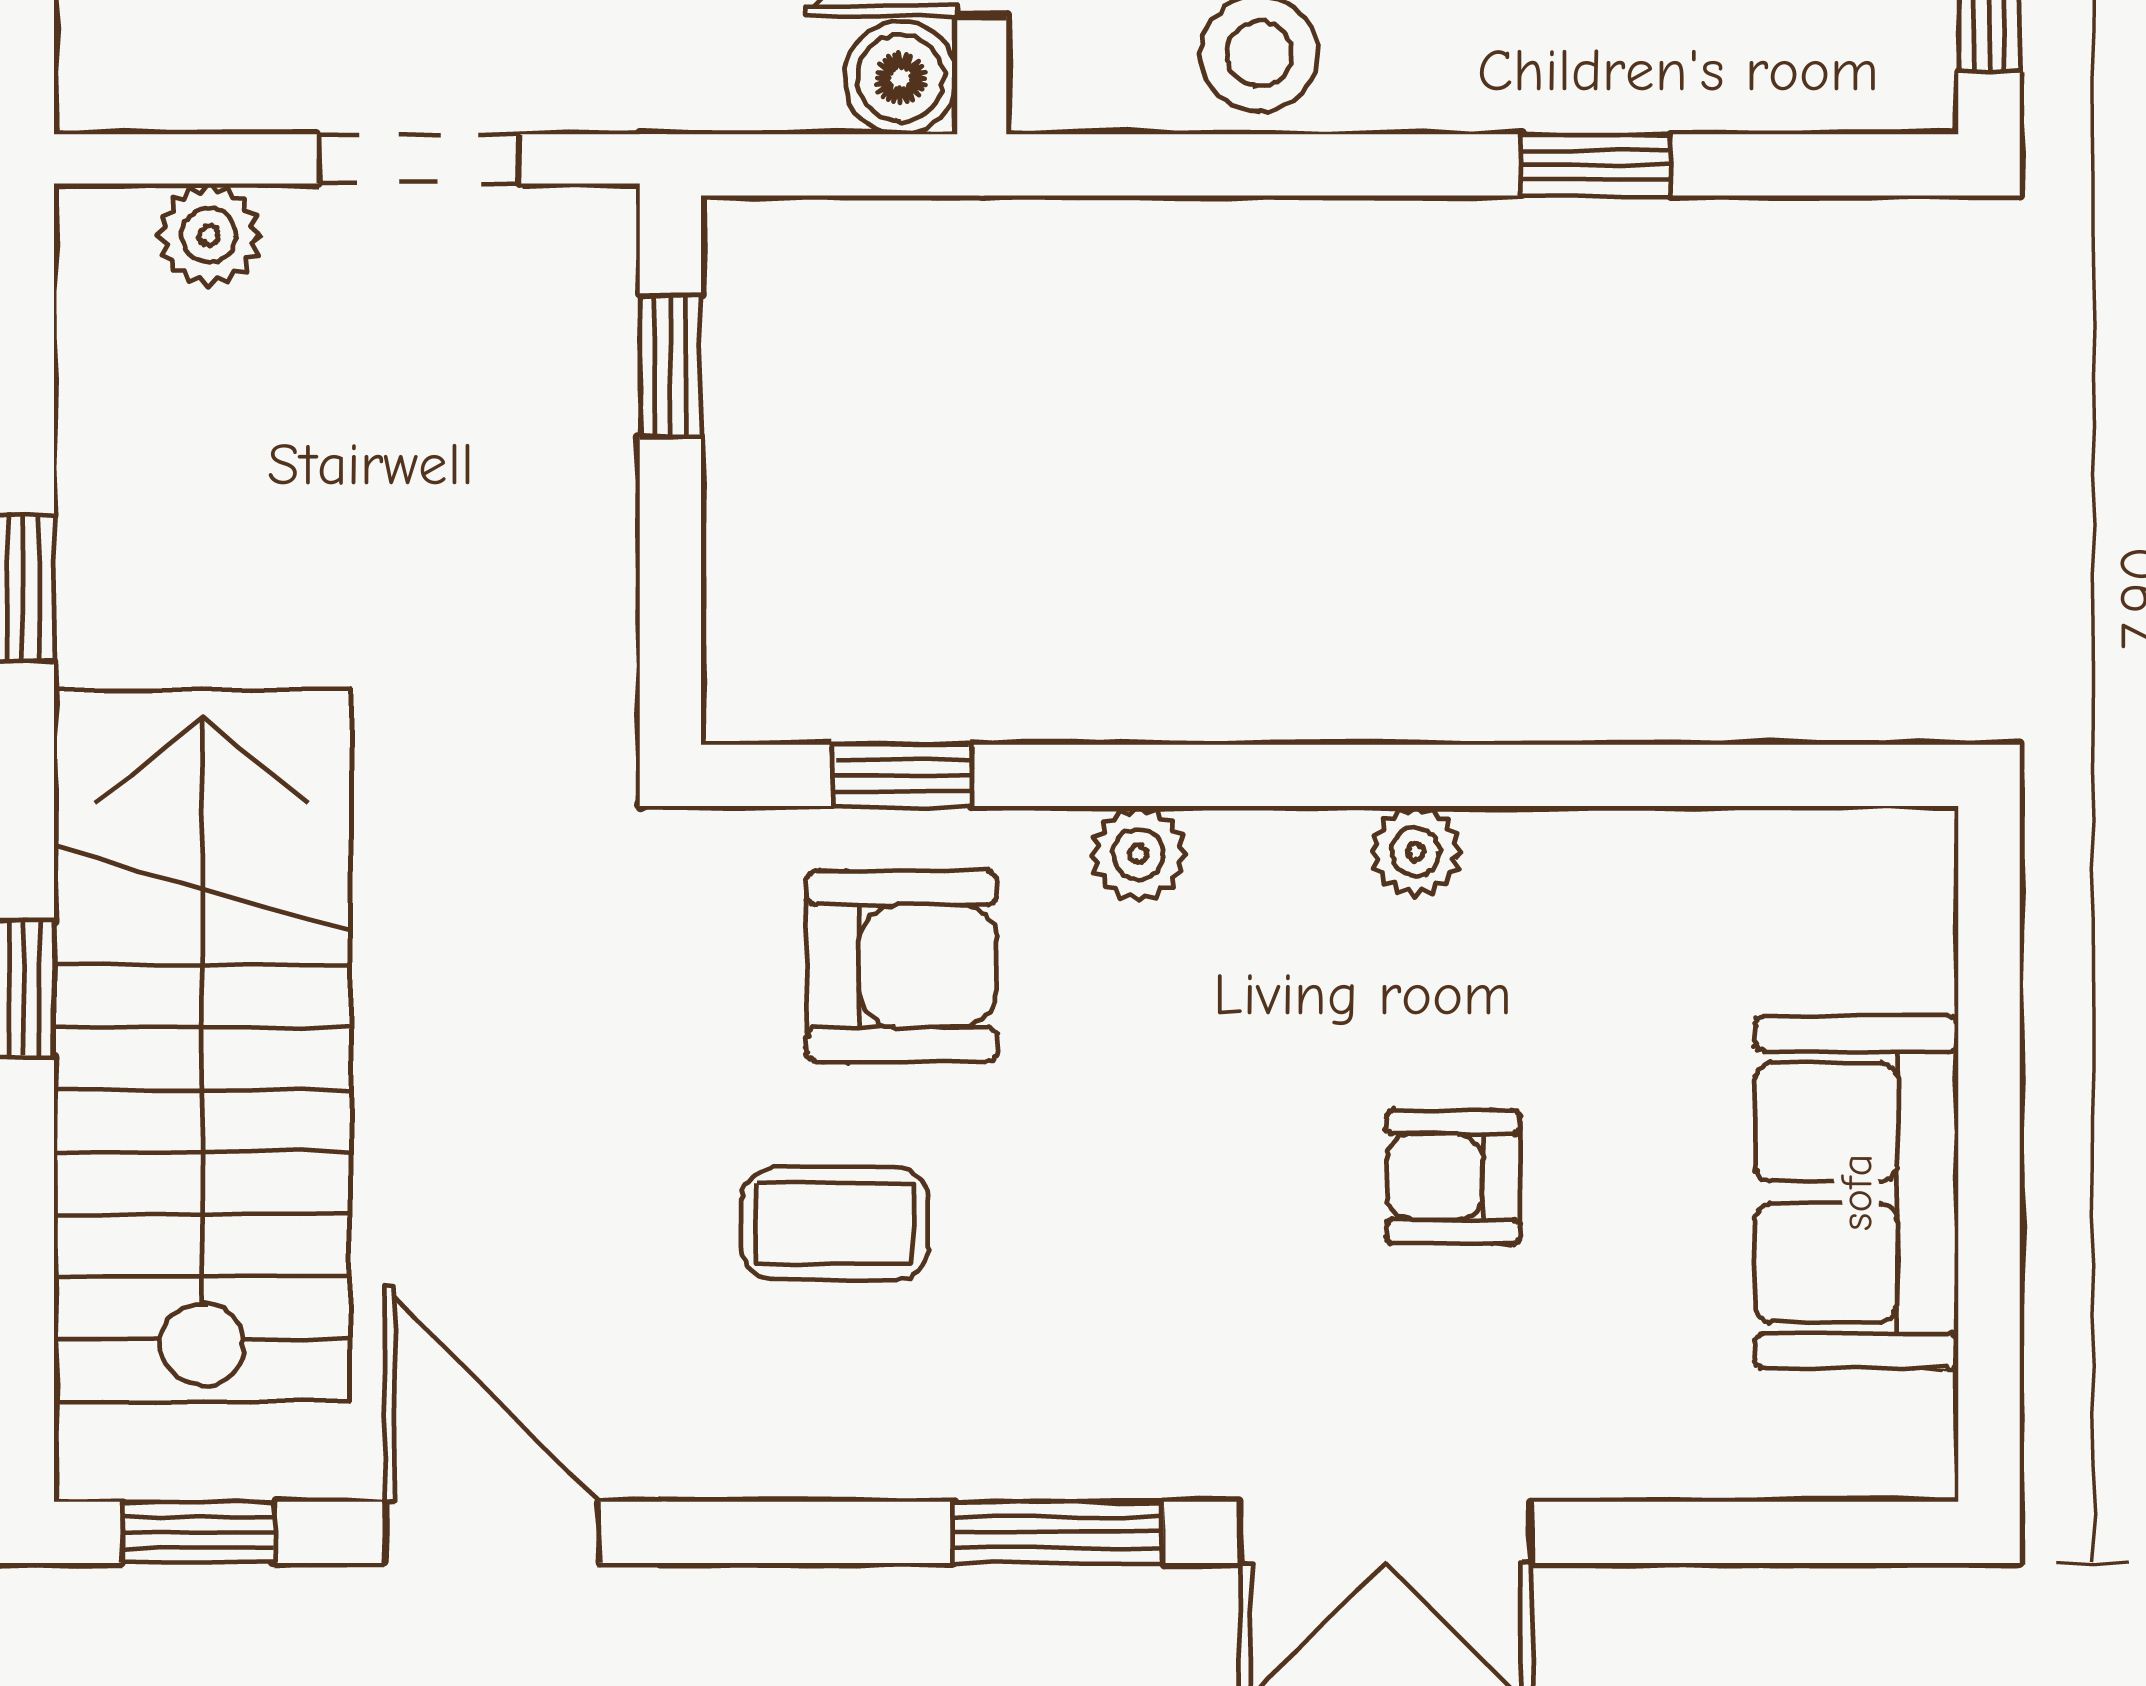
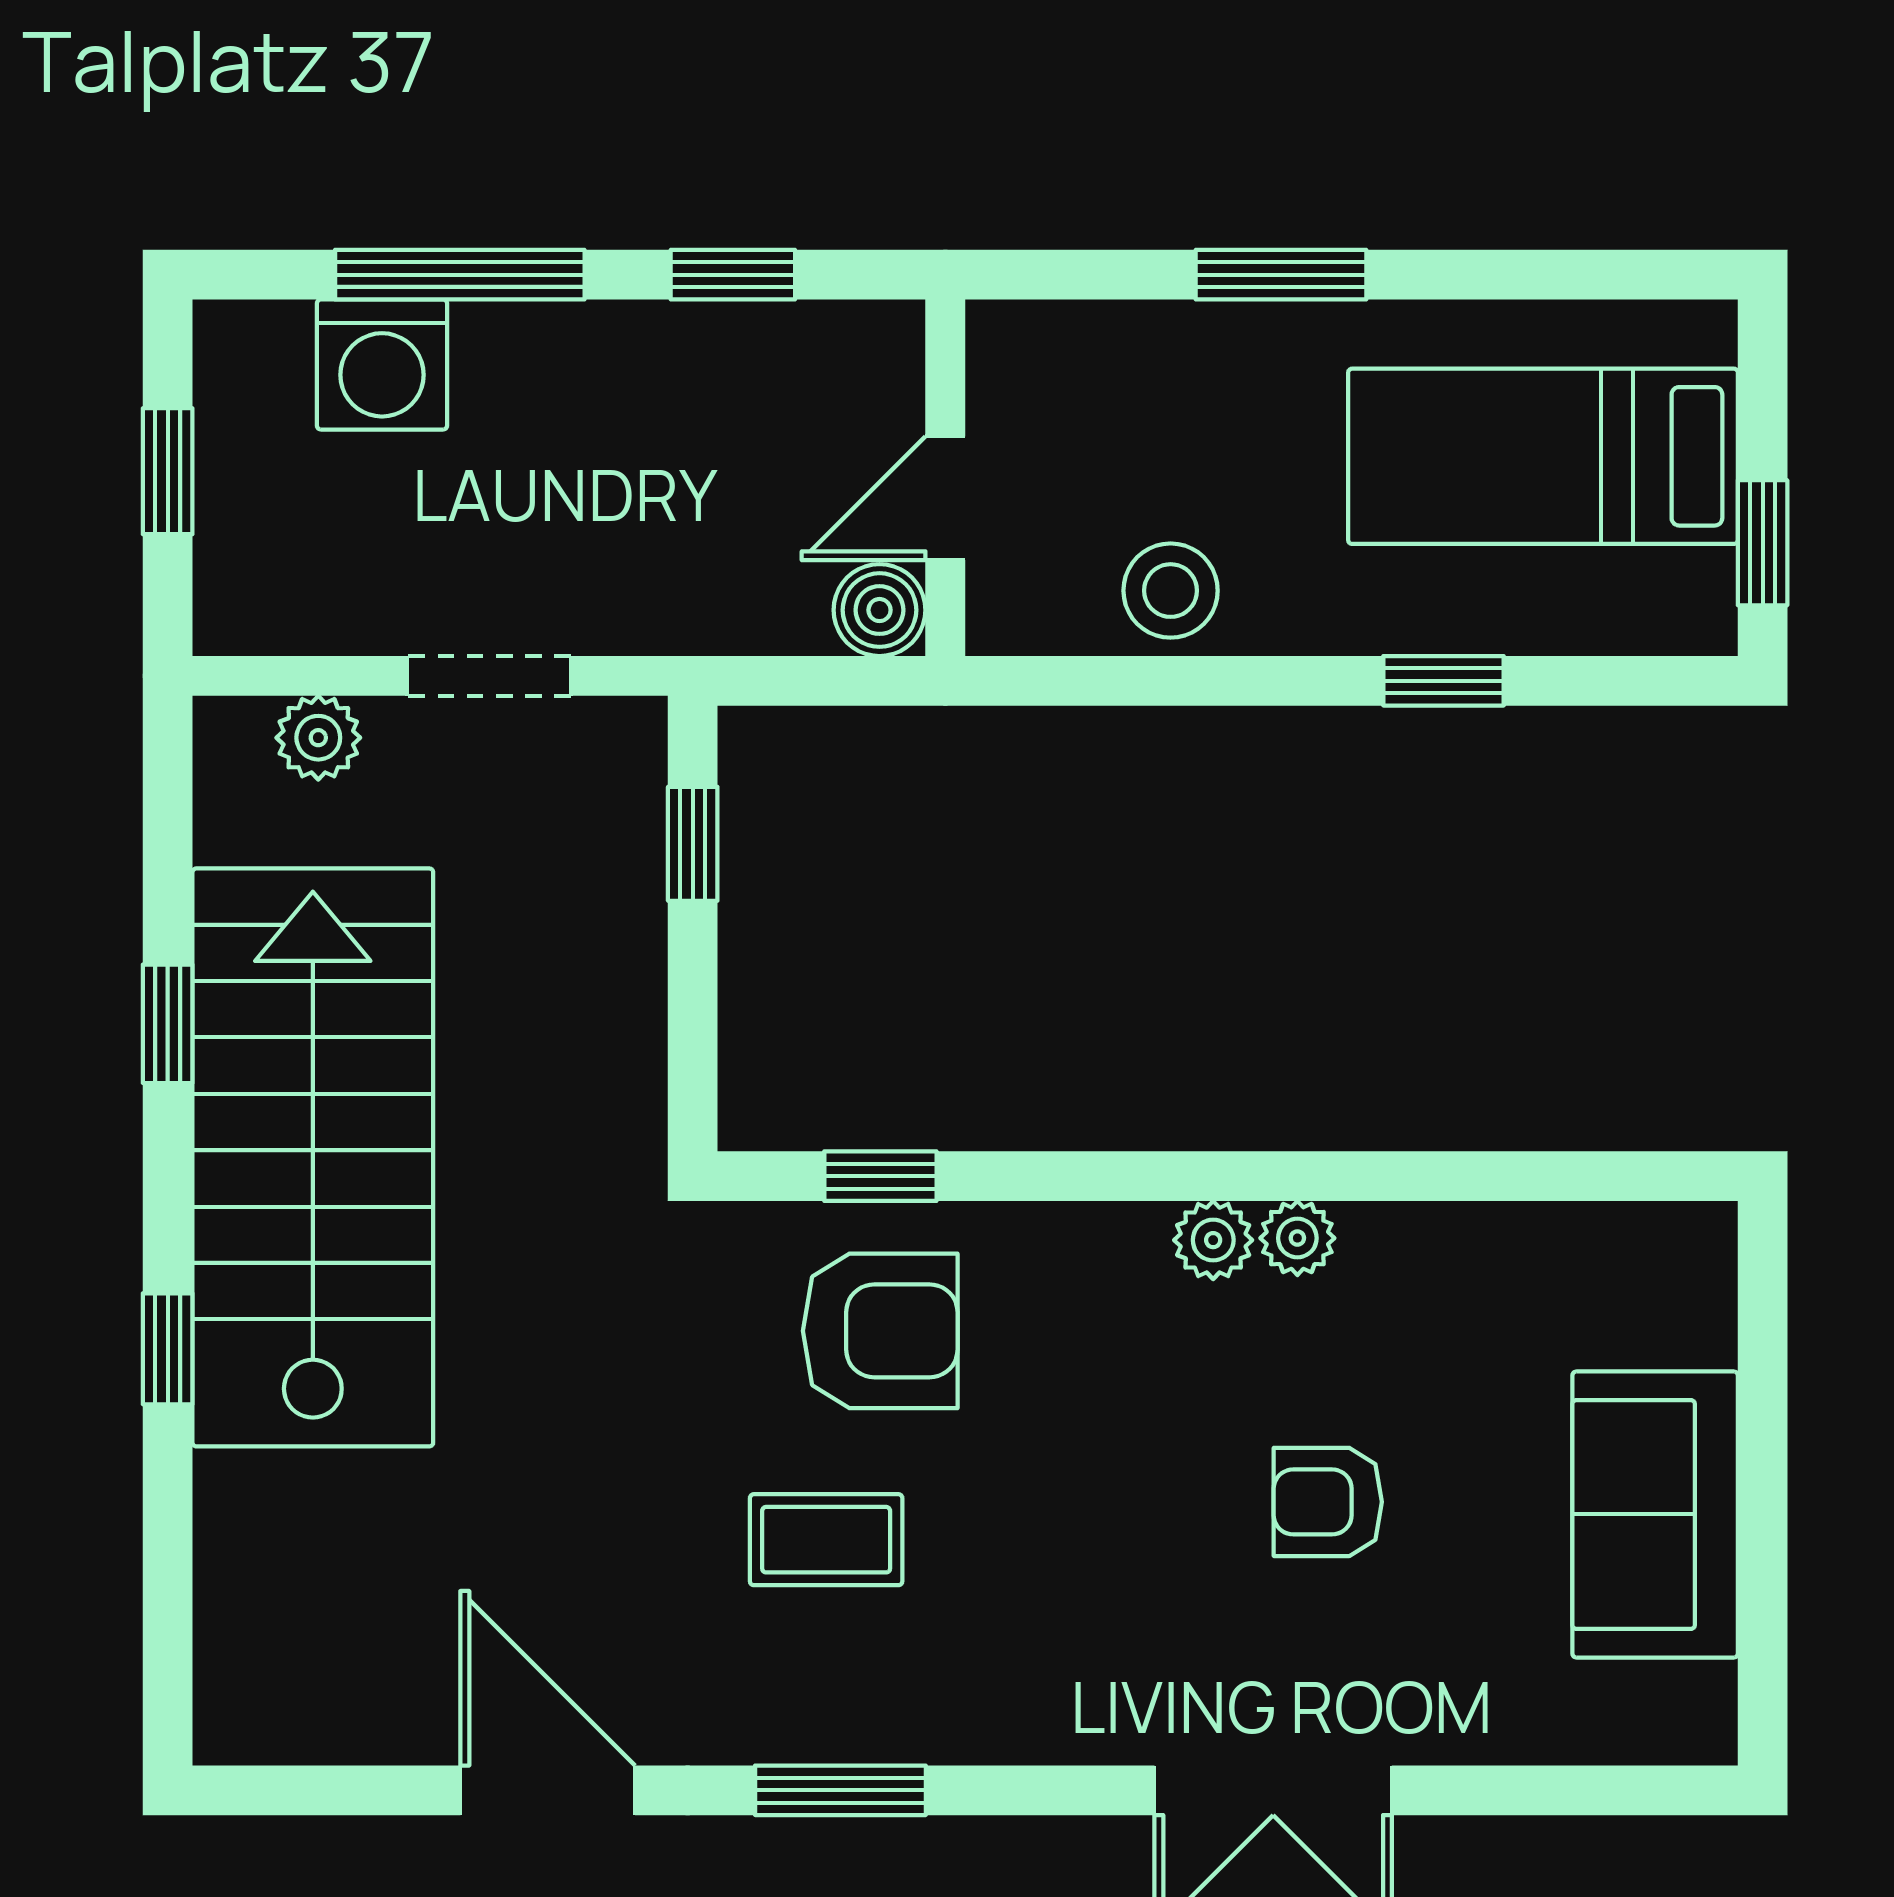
plant: (1138, 854) -> (1213, 1240), moved
stairs: (202, 1045) -> (313, 1157), moved
window: (199, 1532) -> (310, 1790), removed
window: (1058, 1532) -> (840, 1790), moved

